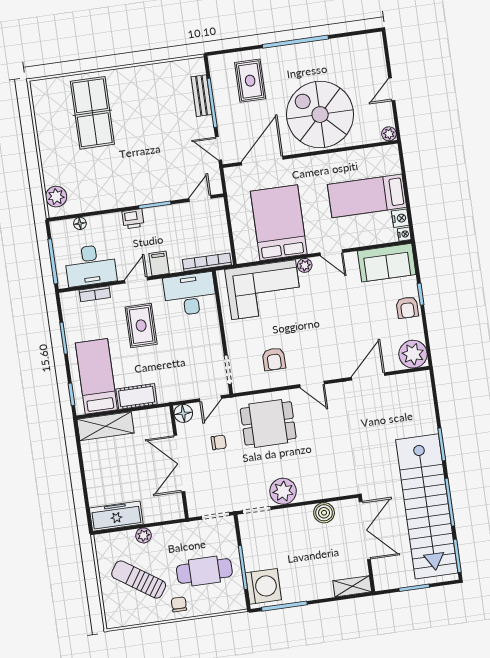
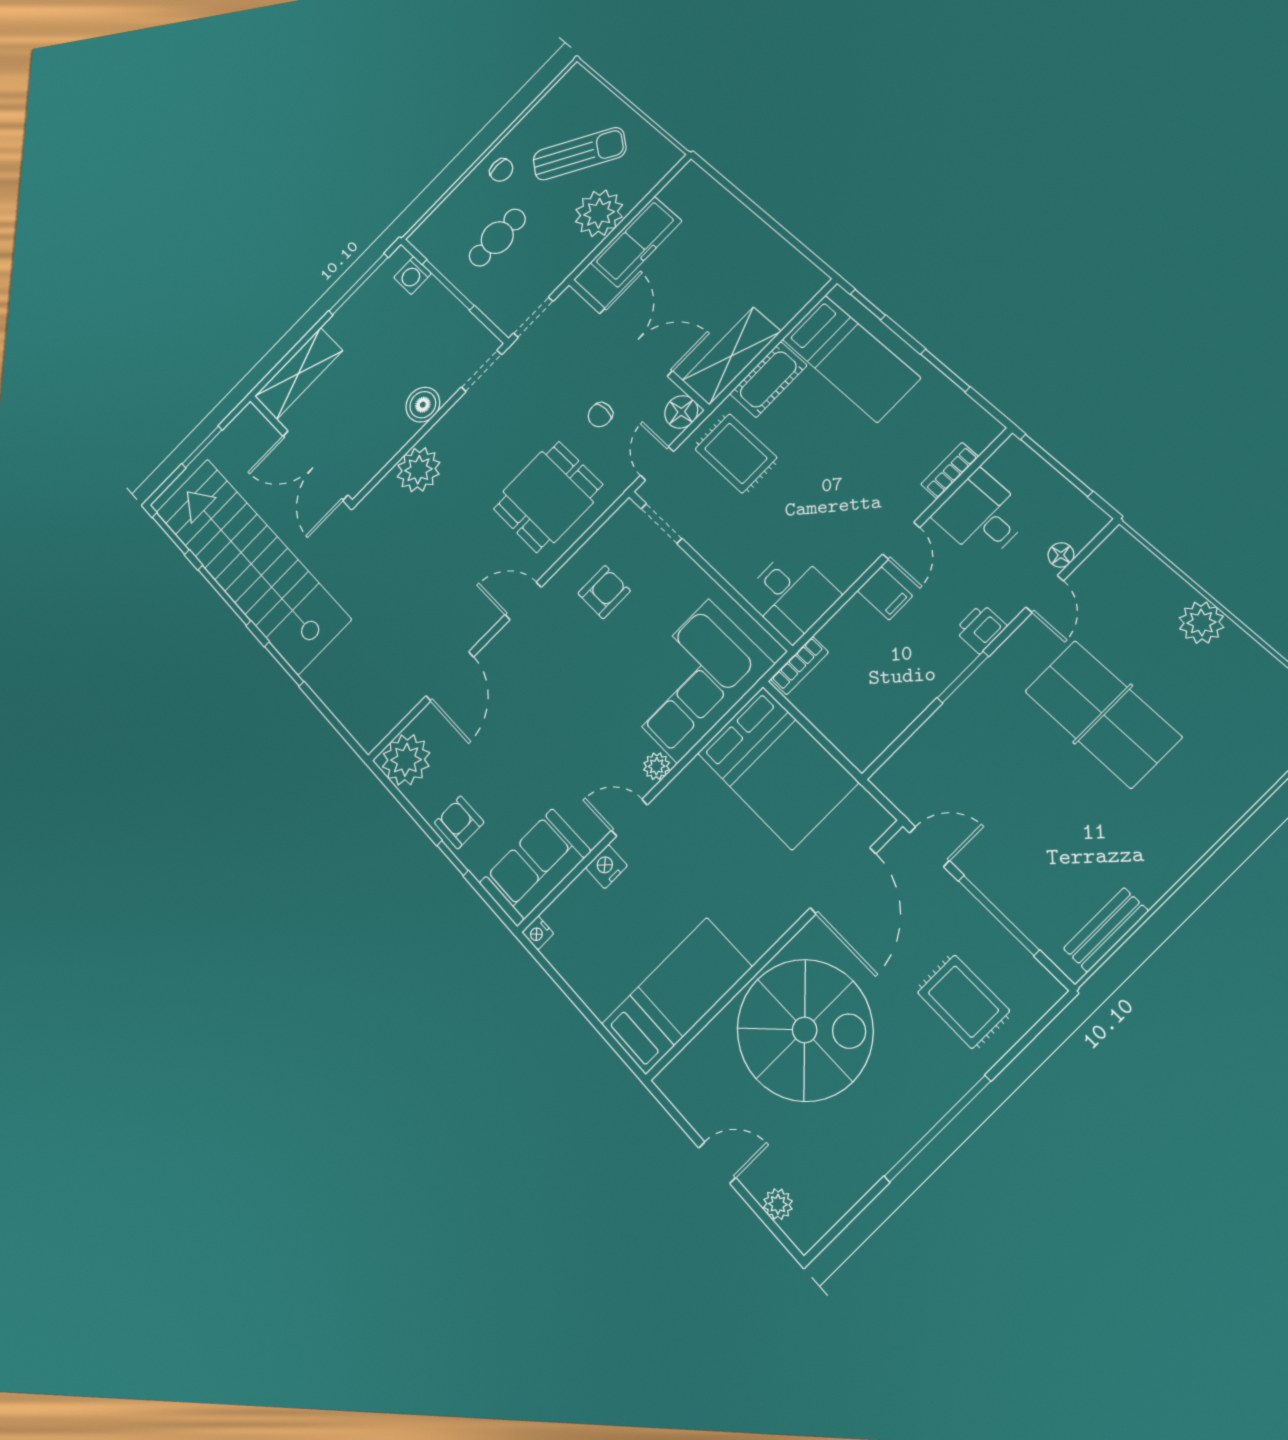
door: (392, 89) -> (717, 1163), hinge flipped
bench: (201, 96) -> (1106, 930), moved, turned 90
table tennis table: (92, 113) -> (1103, 714), moved
plant: (389, 134) -> (778, 1204), moved
bed: (367, 196) -> (676, 996), moved
plant: (56, 197) -> (1201, 623), moved
door: (200, 198) -> (1045, 594), moved
nightstand: (400, 218) -> (606, 867), moved, turned 90
bed: (279, 223) -> (777, 768), moved
bookcase: (207, 262) -> (799, 666), width x0.64
desk: (90, 265) -> (982, 516), width x0.73
desk: (190, 294) -> (791, 595), width x0.73
rug: (141, 326) -> (736, 453), moved
armchair: (274, 359) -> (604, 592), turned 90
shelving: (105, 426) -> (731, 356), moved
plant: (283, 491) -> (418, 470), moved
boiler: (324, 513) -> (423, 405), moved
freezer: (116, 516) -> (636, 242), moved
plant: (144, 535) -> (599, 213), width x1.87, depth x1.87
cafe table: (204, 571) -> (497, 238), width x0.73, depth x0.74
washing machine: (263, 586) -> (412, 275), width x0.53, depth x0.53
shelving: (352, 586) -> (299, 373), width x1.50, depth x1.33

